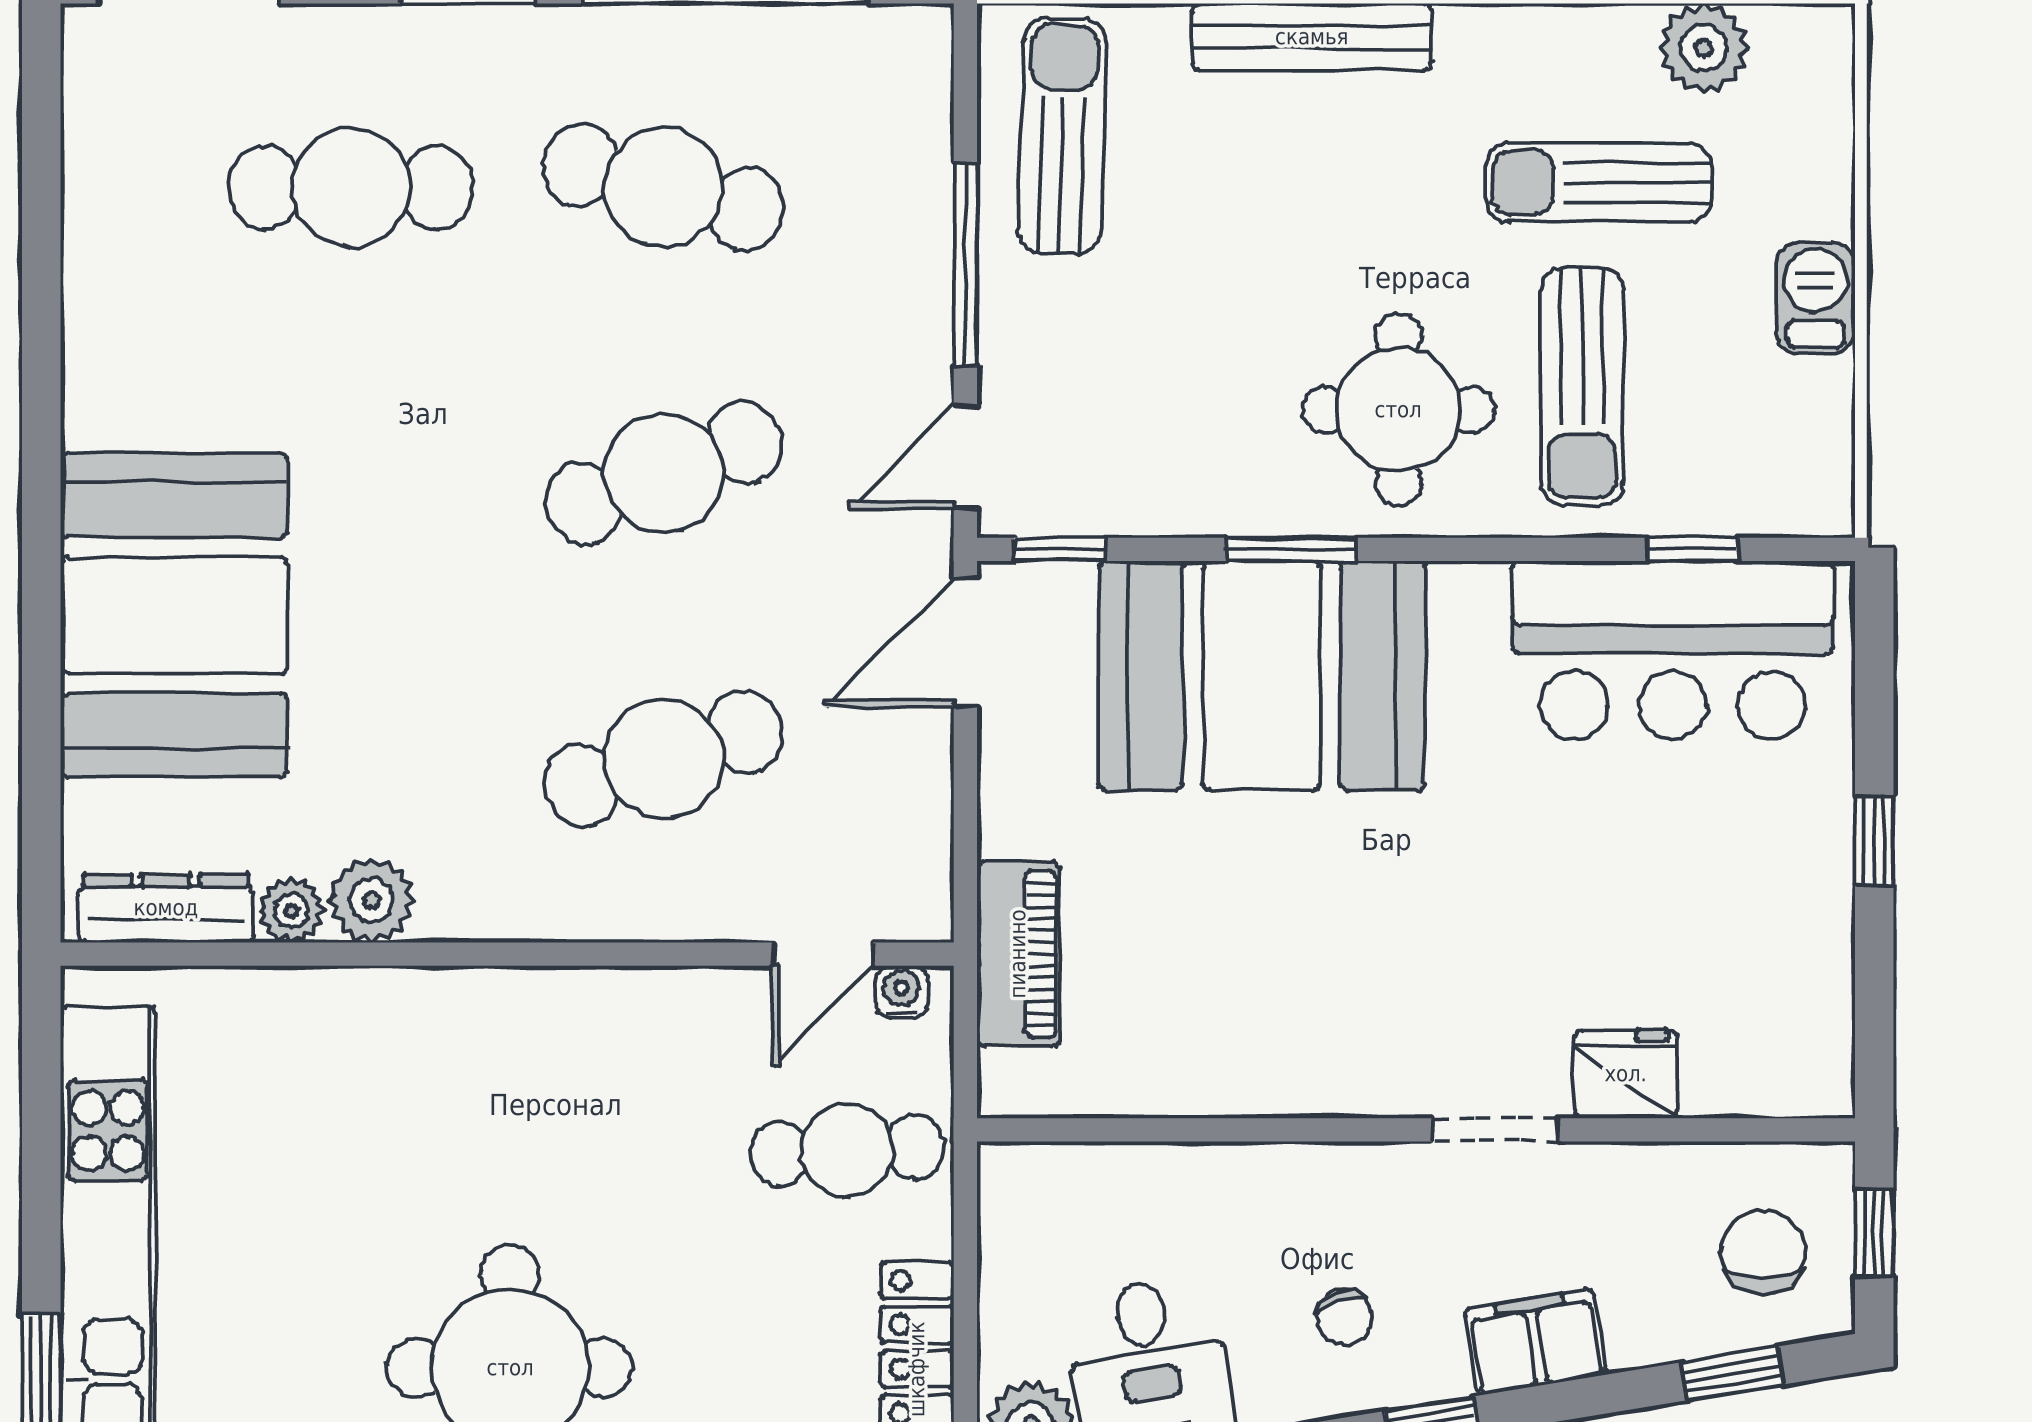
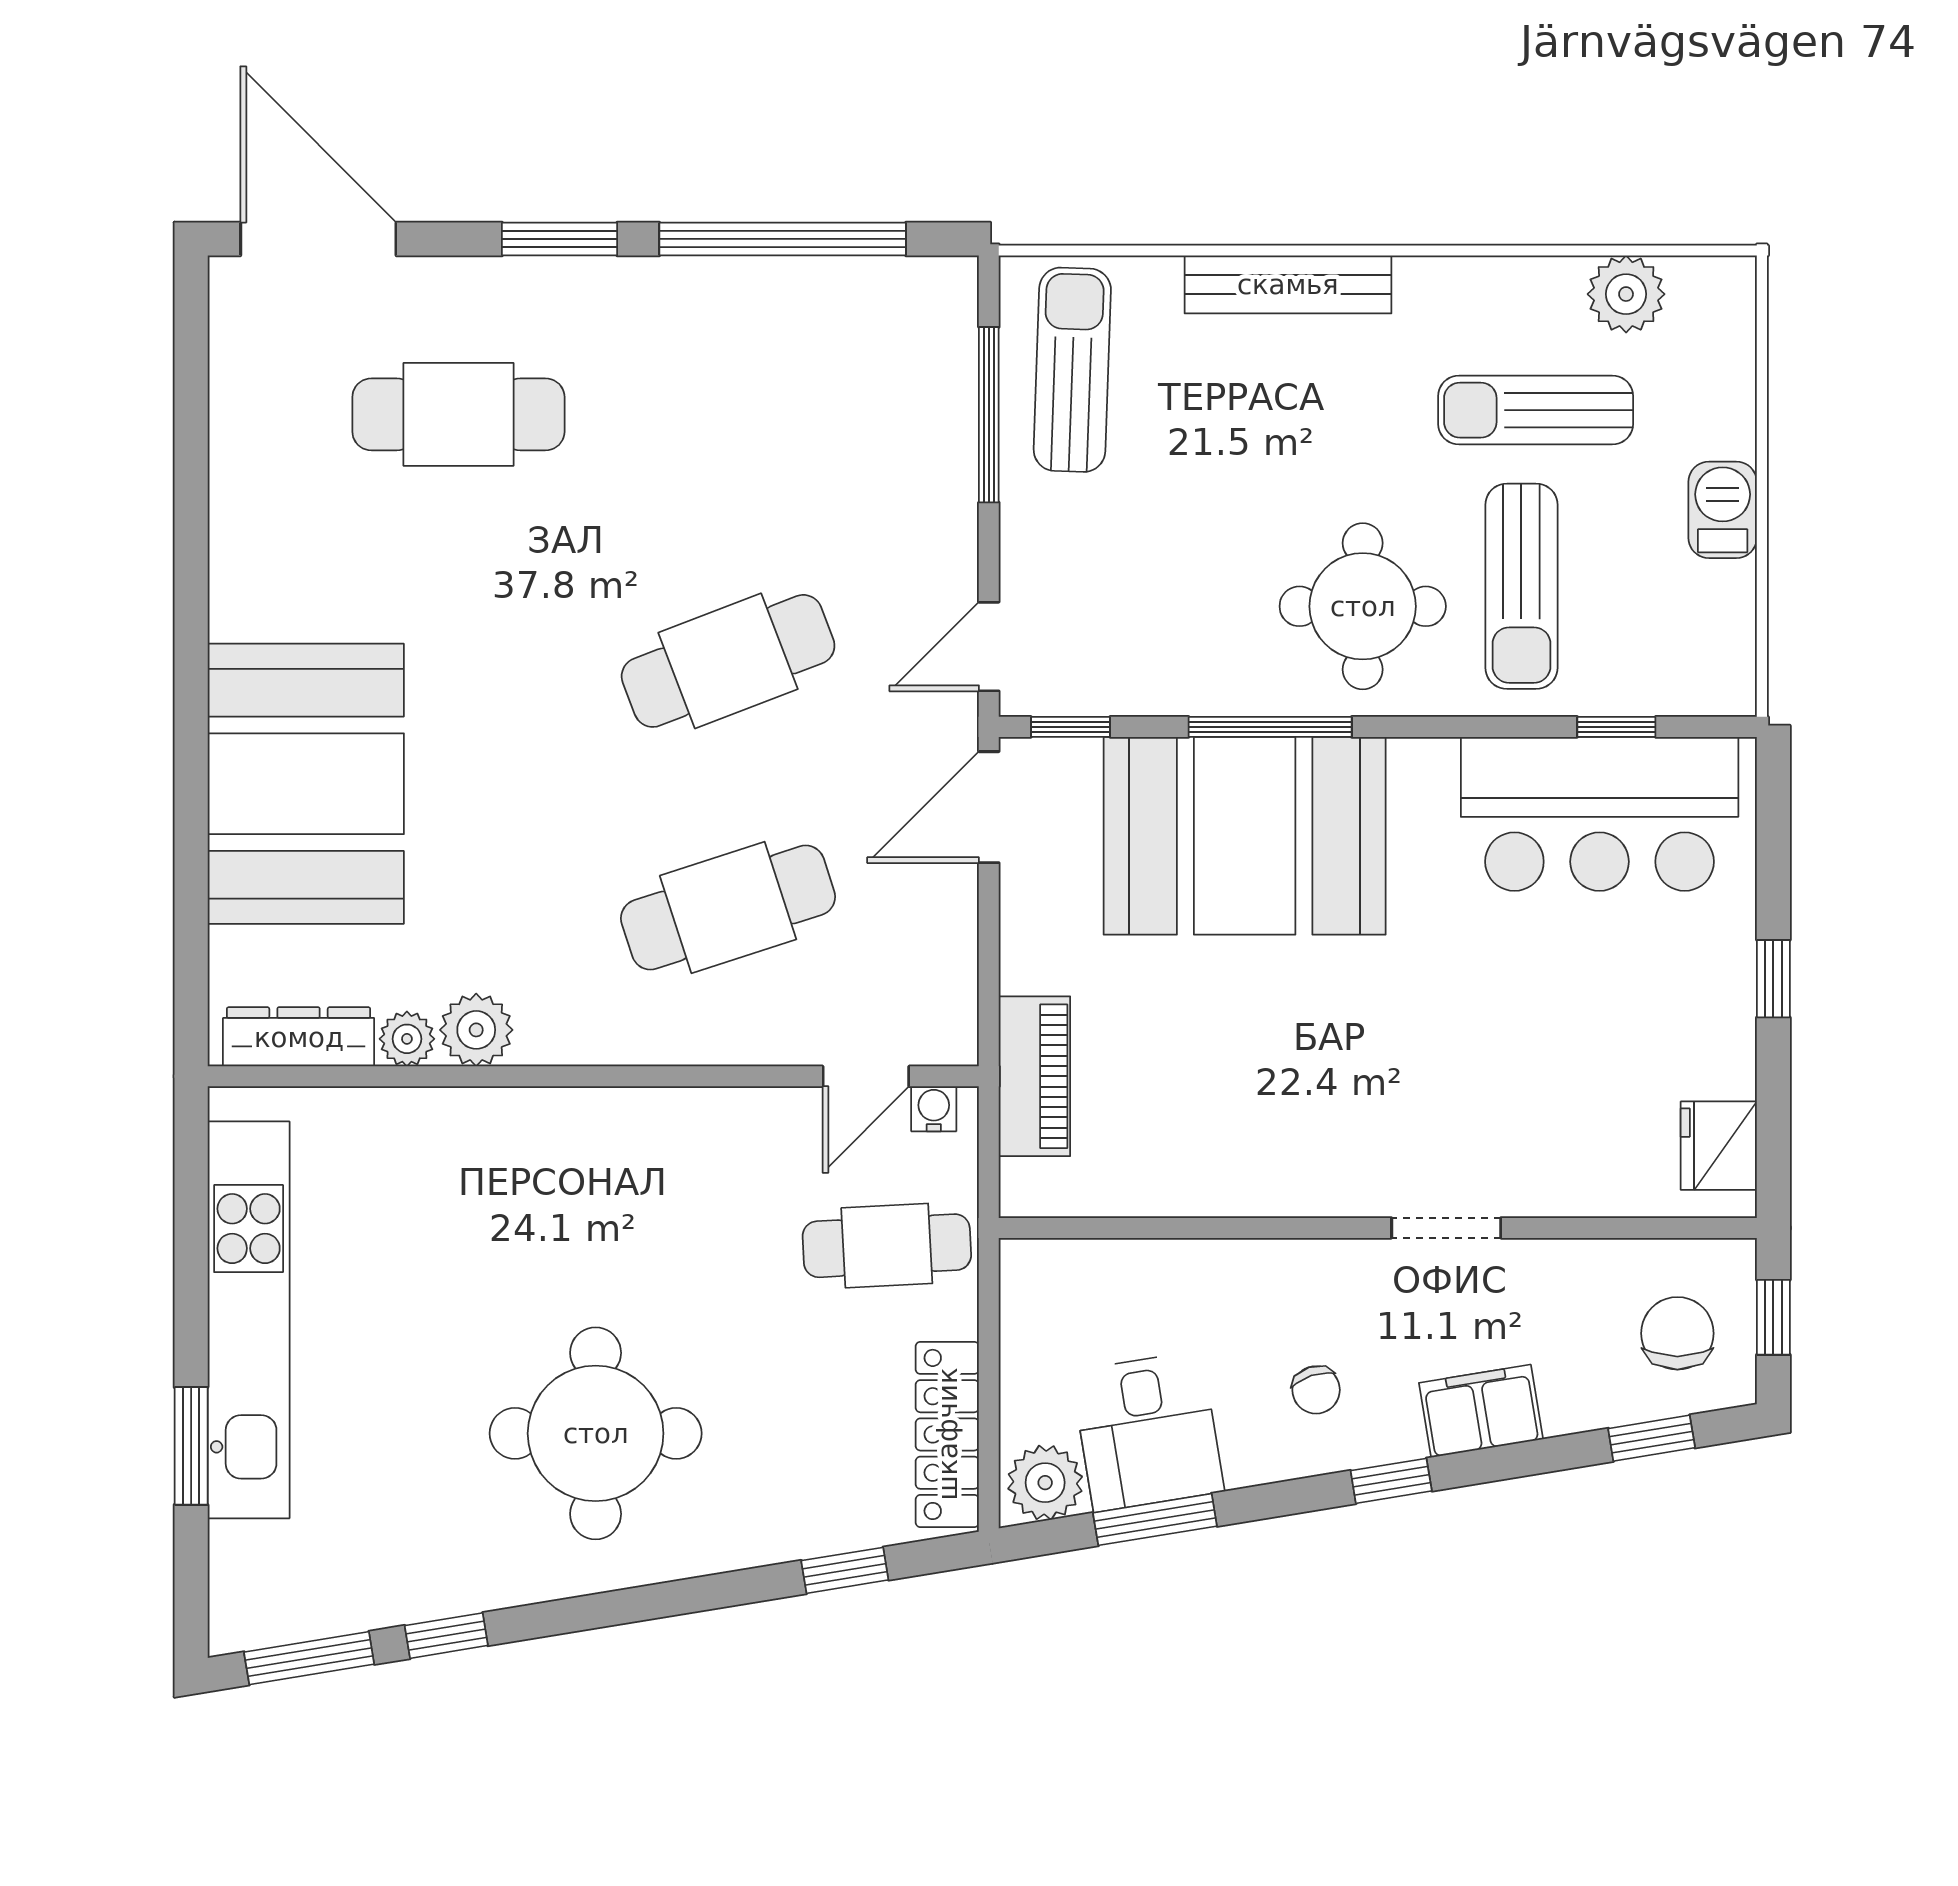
cafe table: (663, 187) -> (728, 414), removed
window: (965, 265) -> (989, 415), moved
window: (1291, 549) -> (1270, 727), width x1.44
fridge: (1626, 1074) -> (1719, 1146), moved, turned -90

